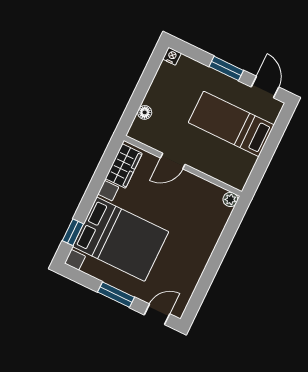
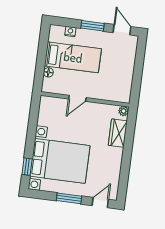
nightstand: (172, 56) -> (70, 32), moved
bed: (231, 124) -> (73, 57), moved, turned 180
wardrobe: (124, 166) -> (118, 133), moved, turned 180

